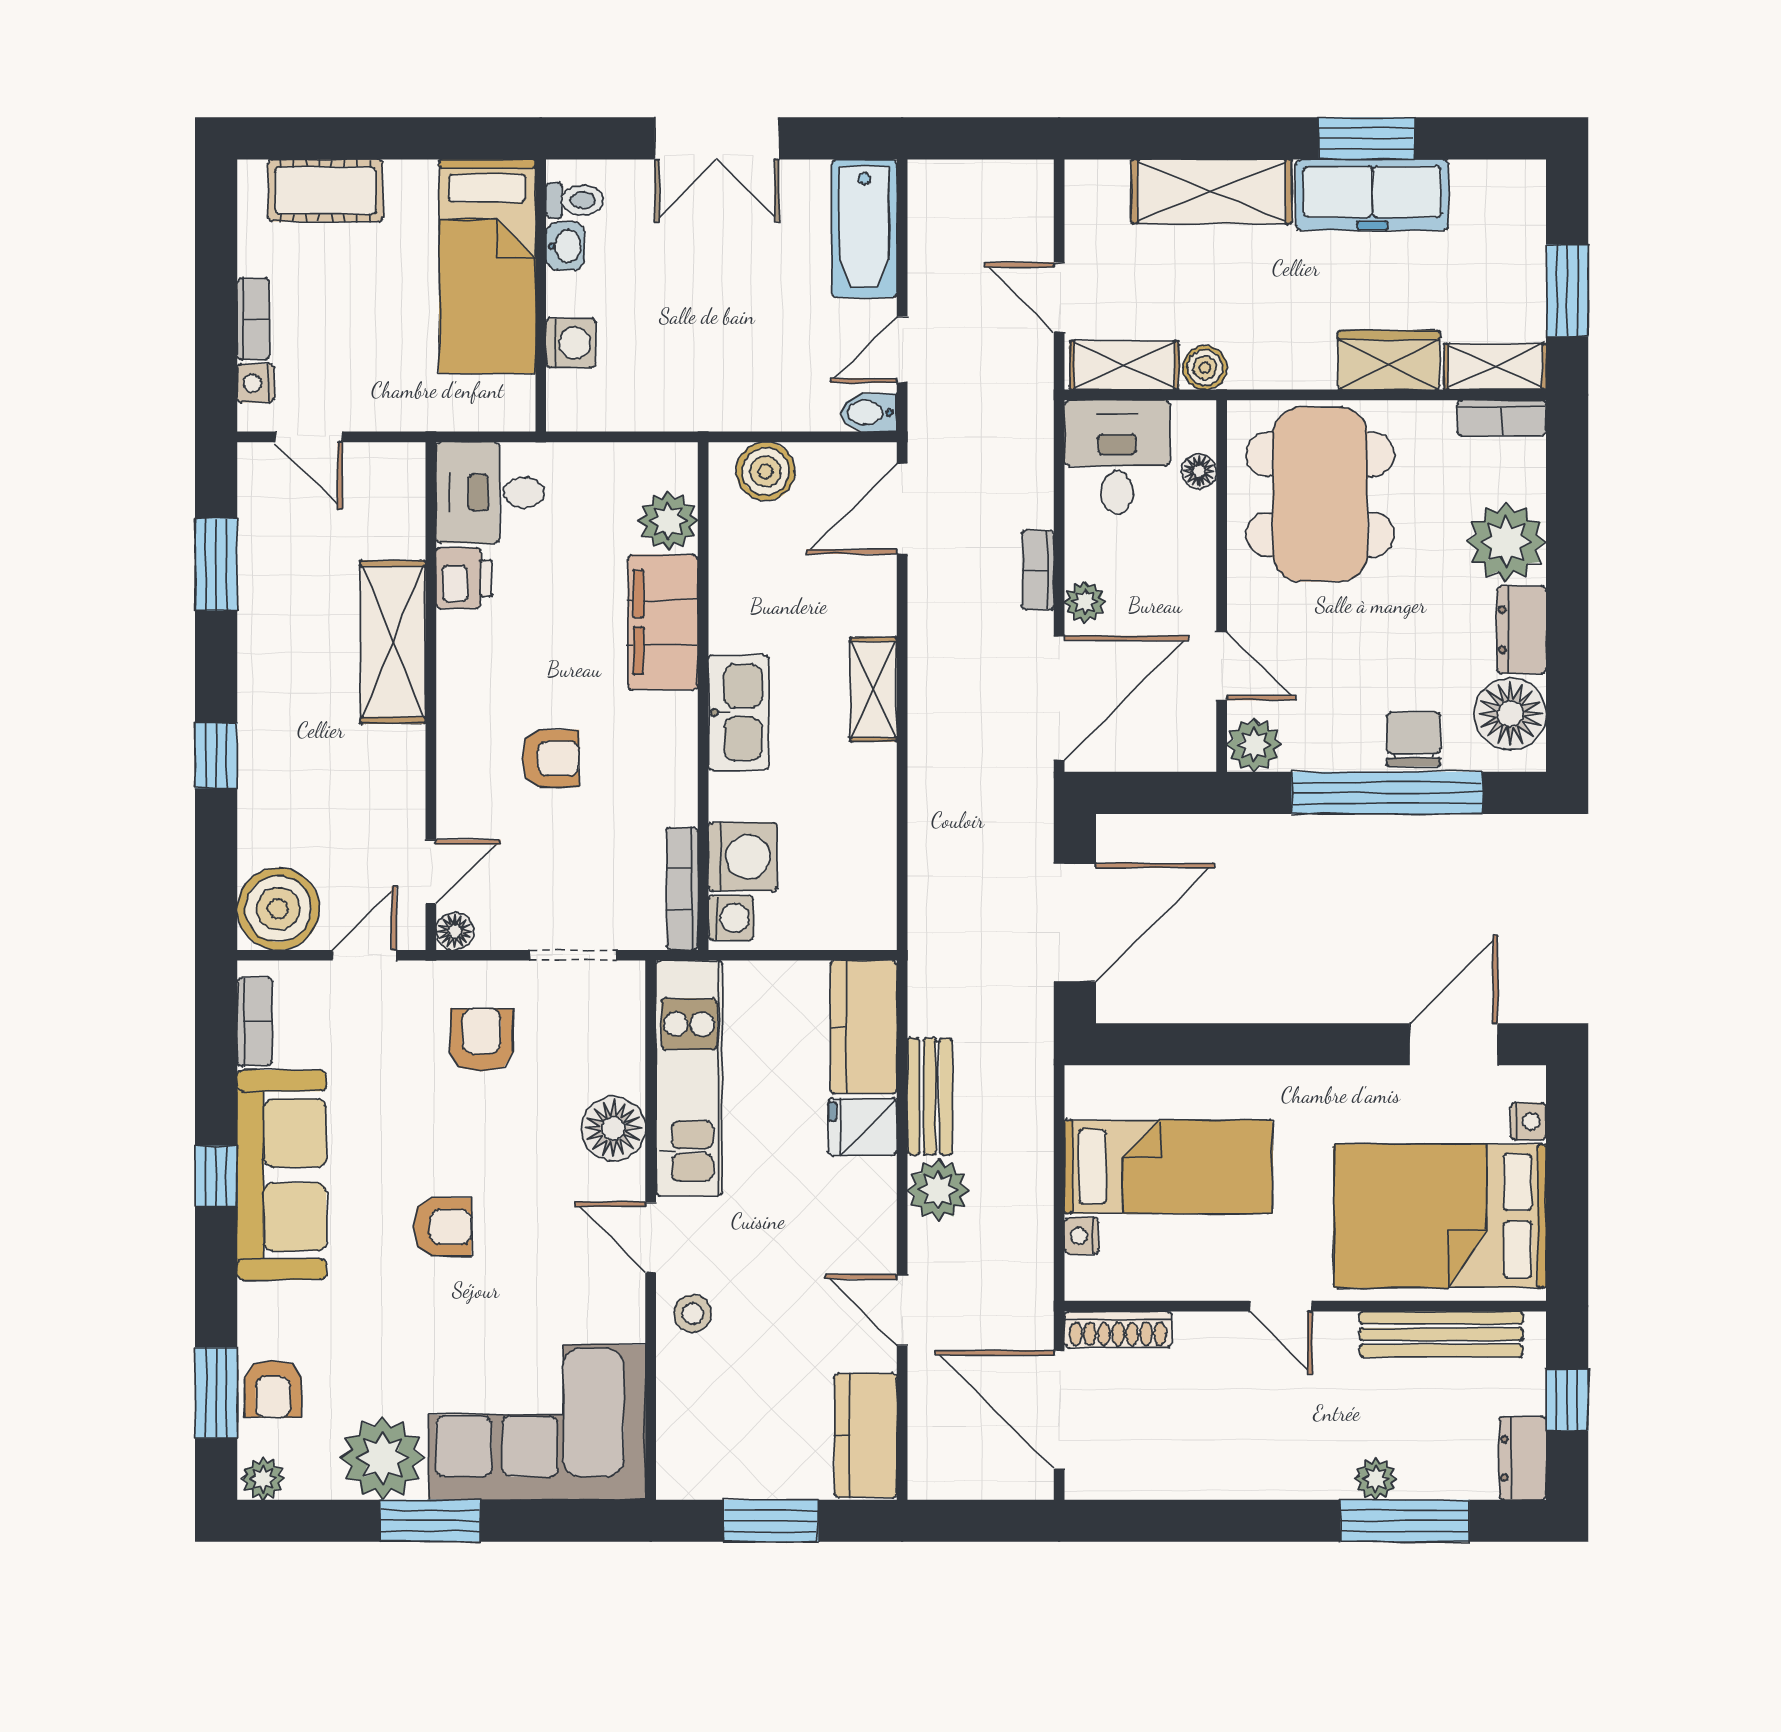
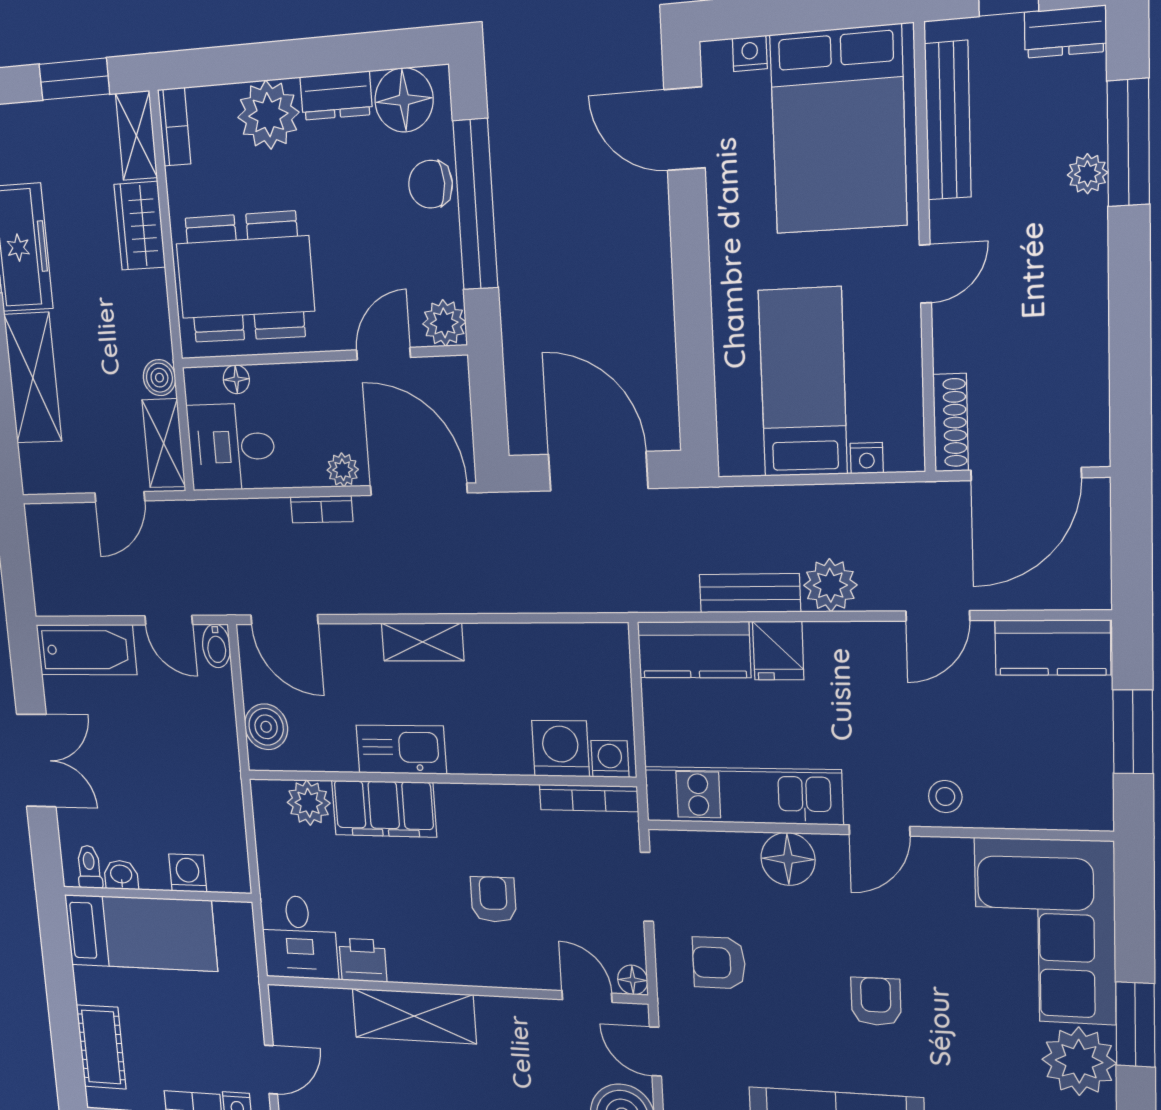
kitchen sink: (739, 712) -> (401, 750), moved

